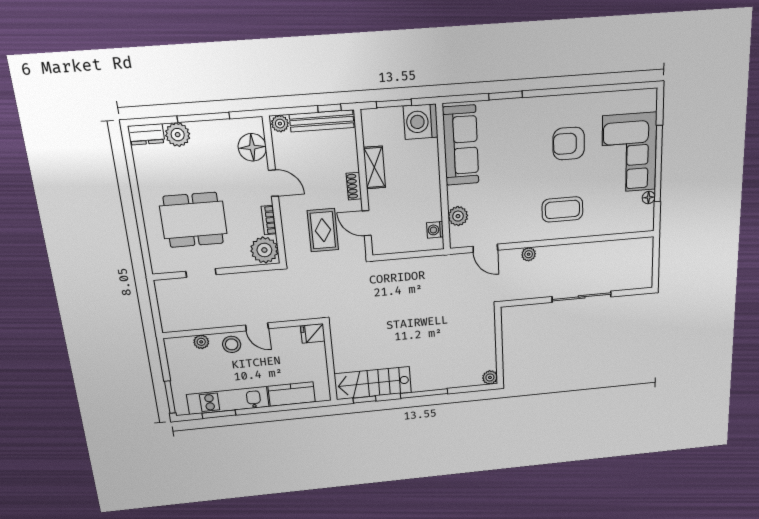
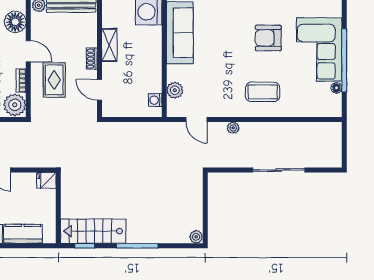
rug: (323, 230) -> (54, 80), moved

